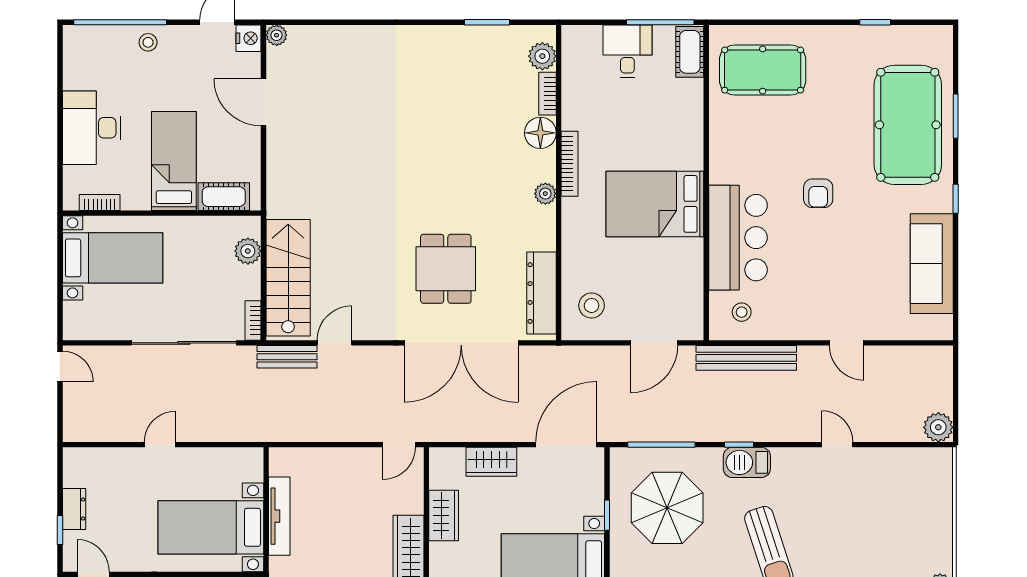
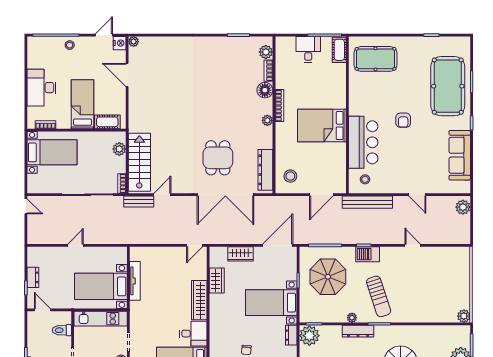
plant: (938, 427) -> (463, 207), moved

